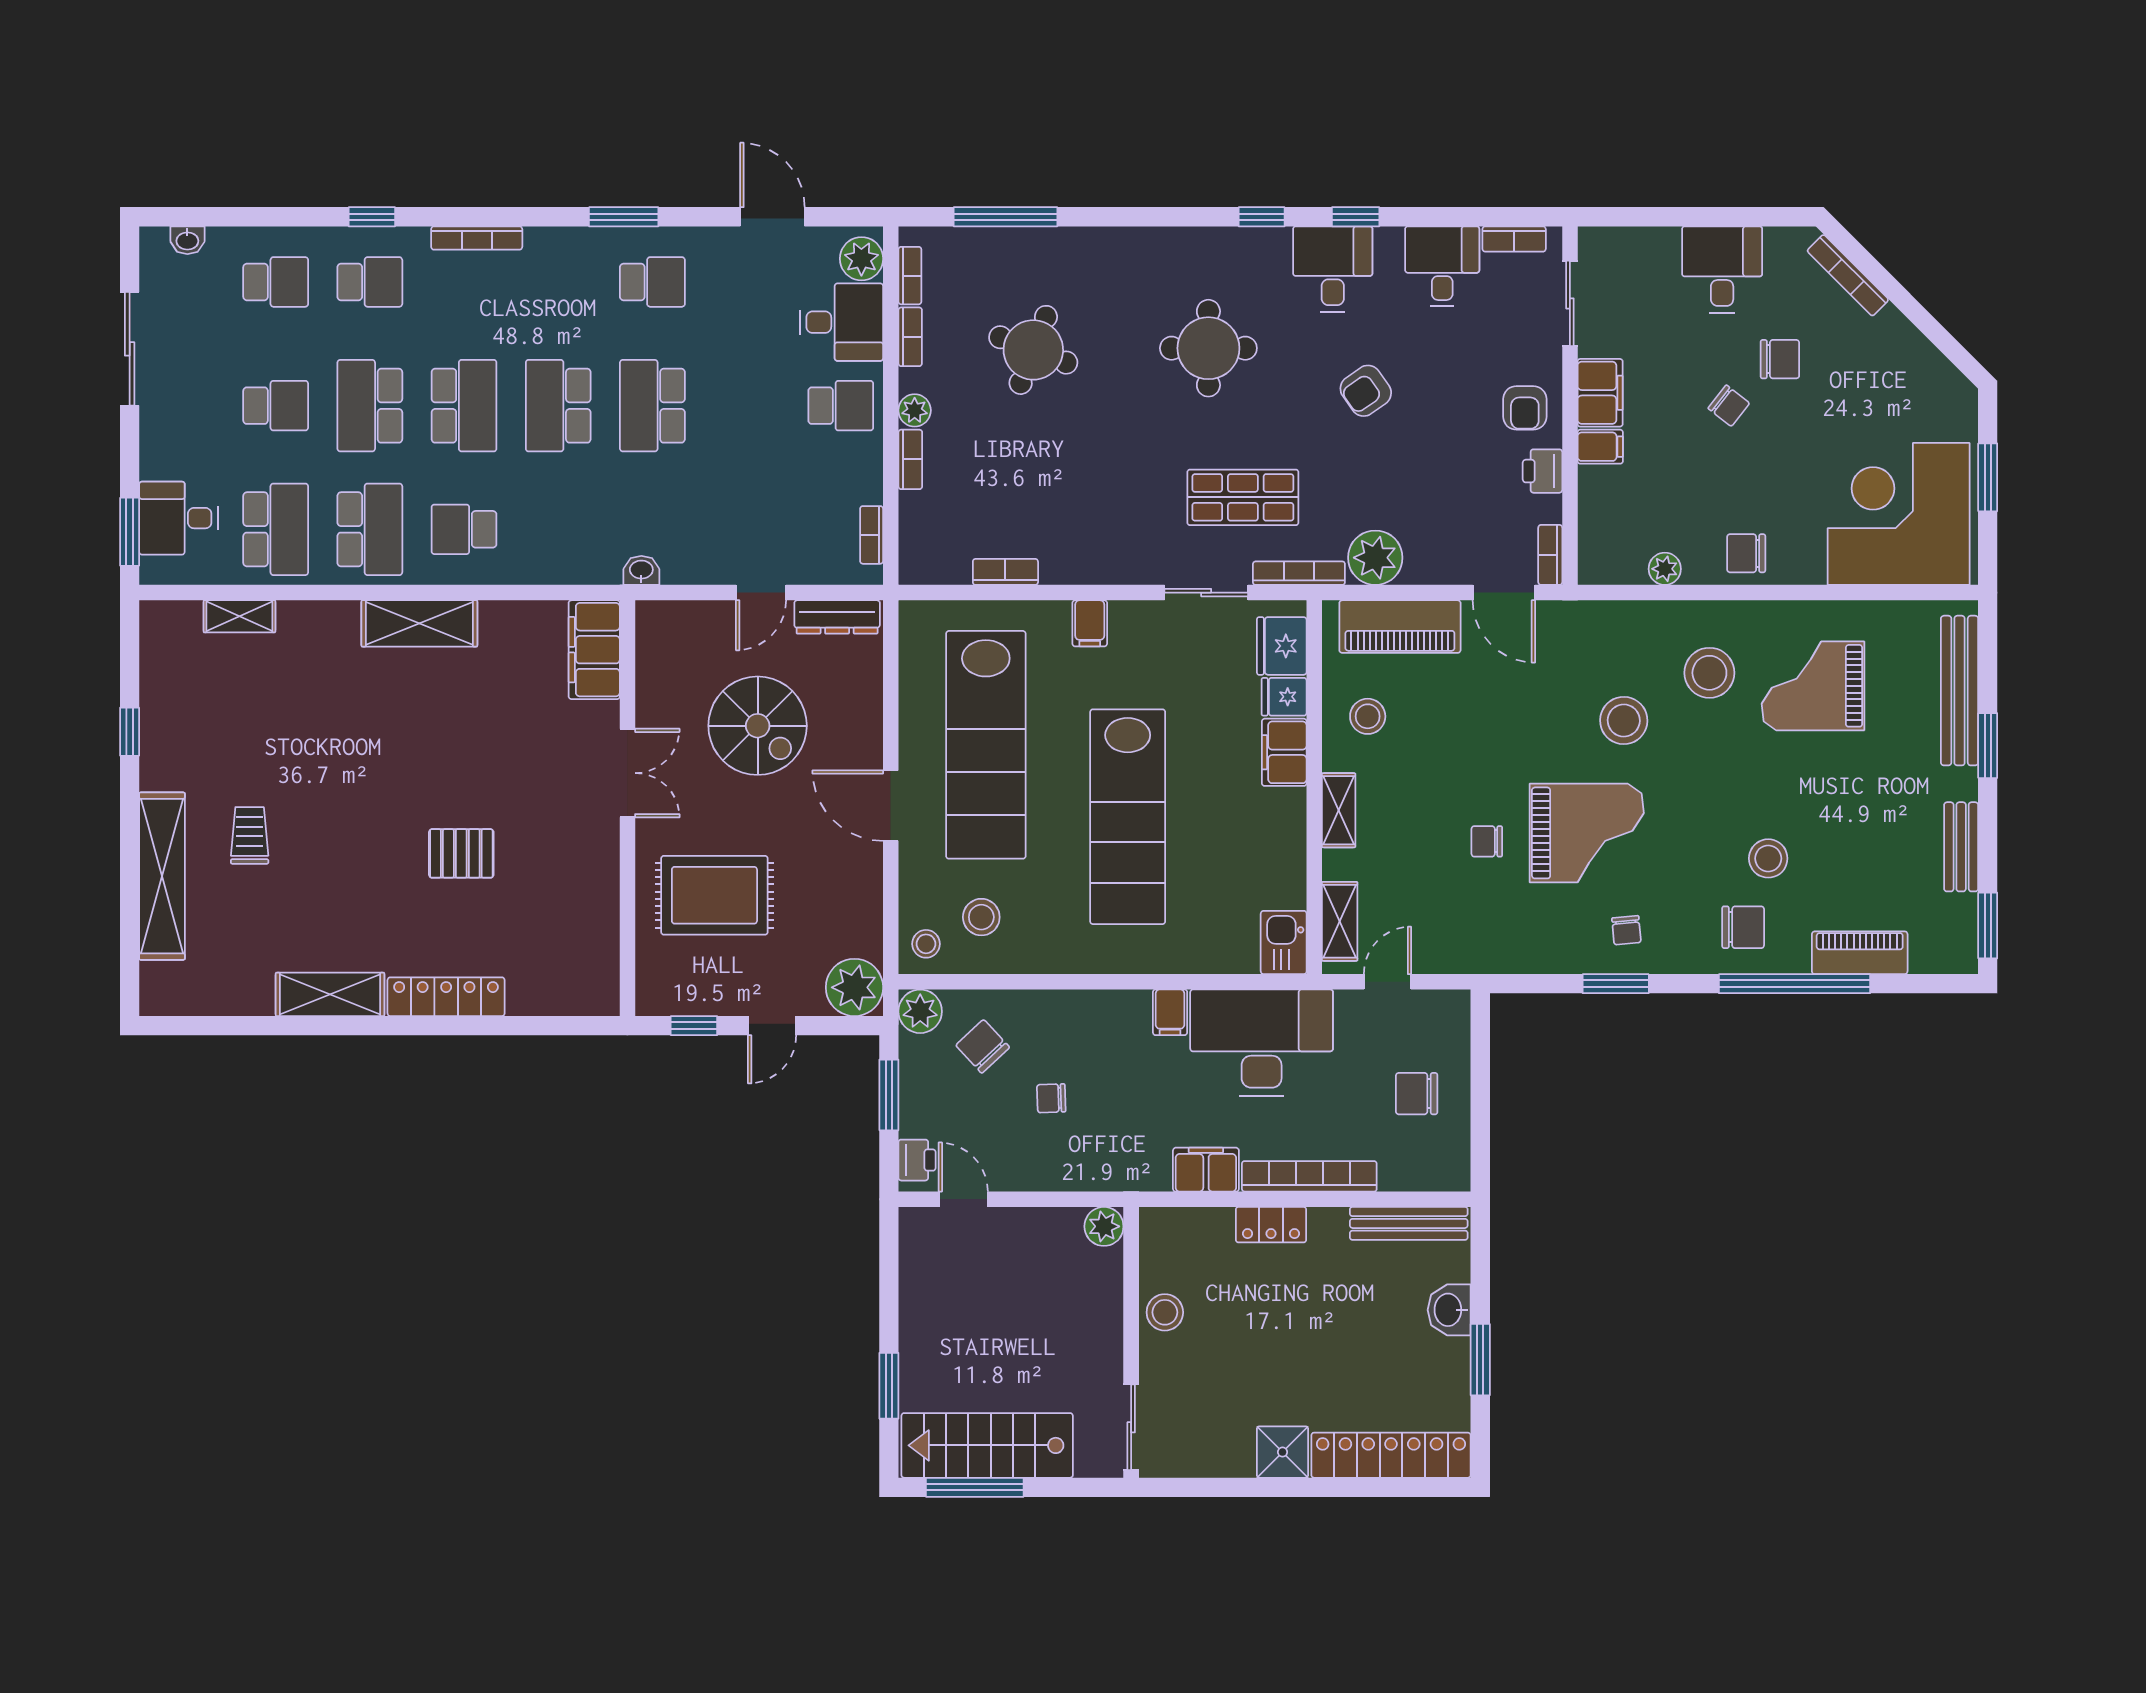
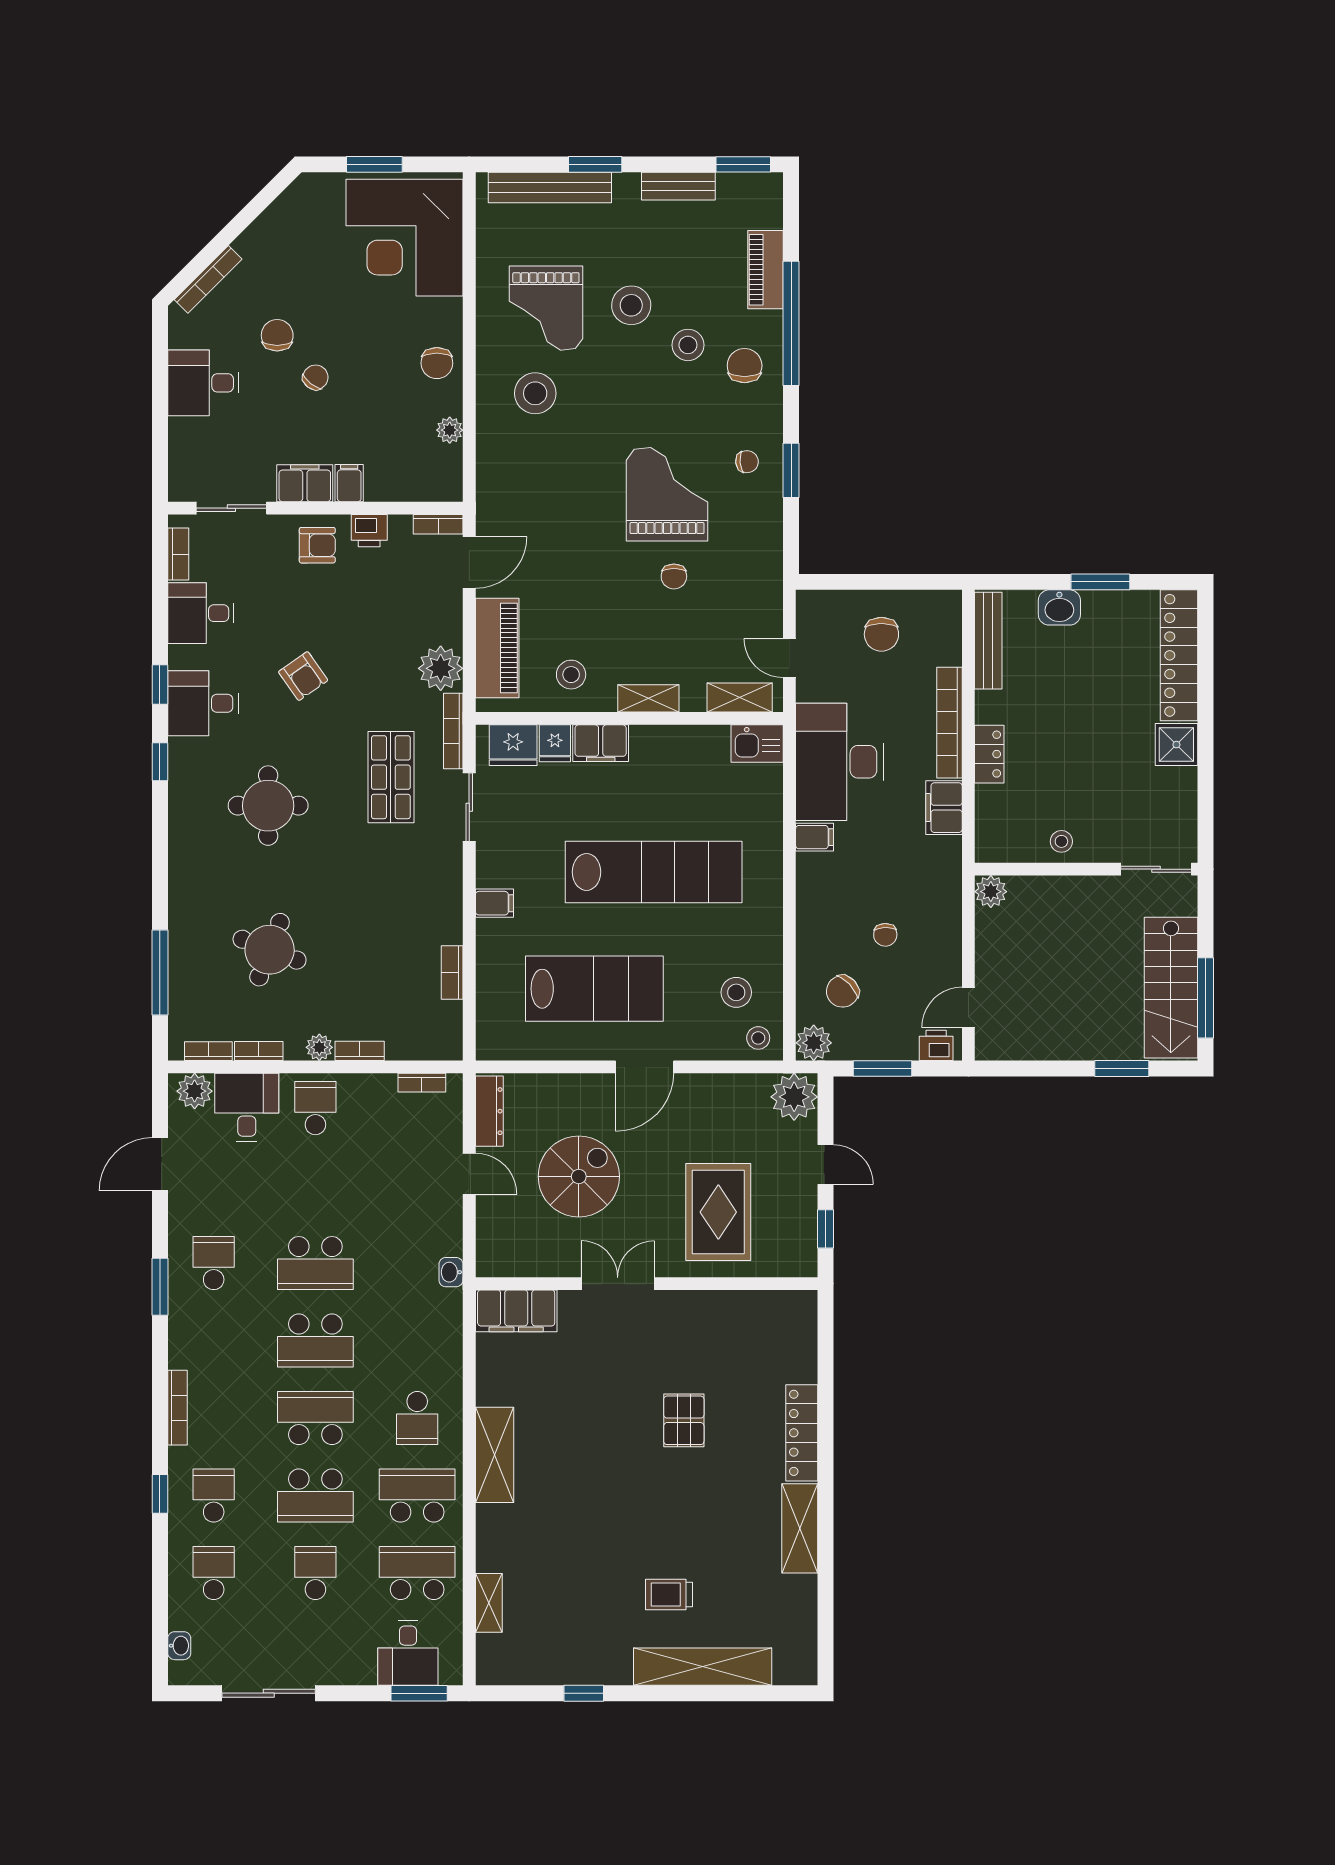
stool: (1624, 720) -> (631, 305), moved
lab bench: (986, 745) -> (594, 989), width x0.73
stool: (1165, 1312) -> (1061, 841), width x0.73, depth x0.73

